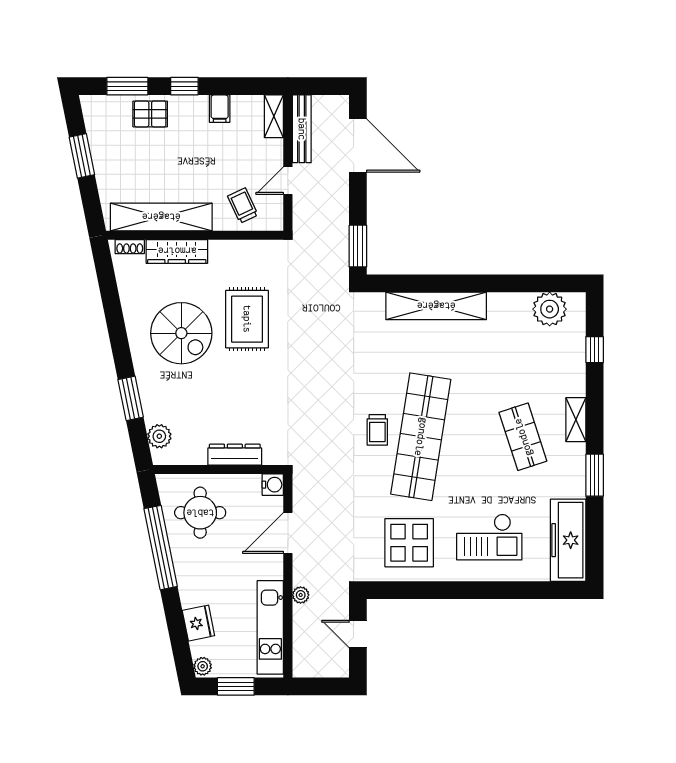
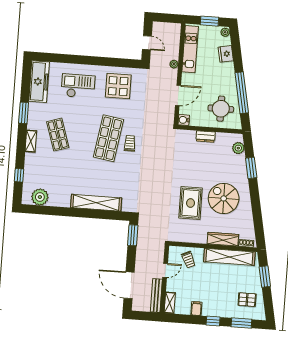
pallet: (150, 114) -> (247, 300), moved
window: (82, 156) -> (265, 276), moved
shop shelf: (421, 437) -> (108, 138), width x0.71
dresser: (235, 455) -> (206, 136), width x0.70

